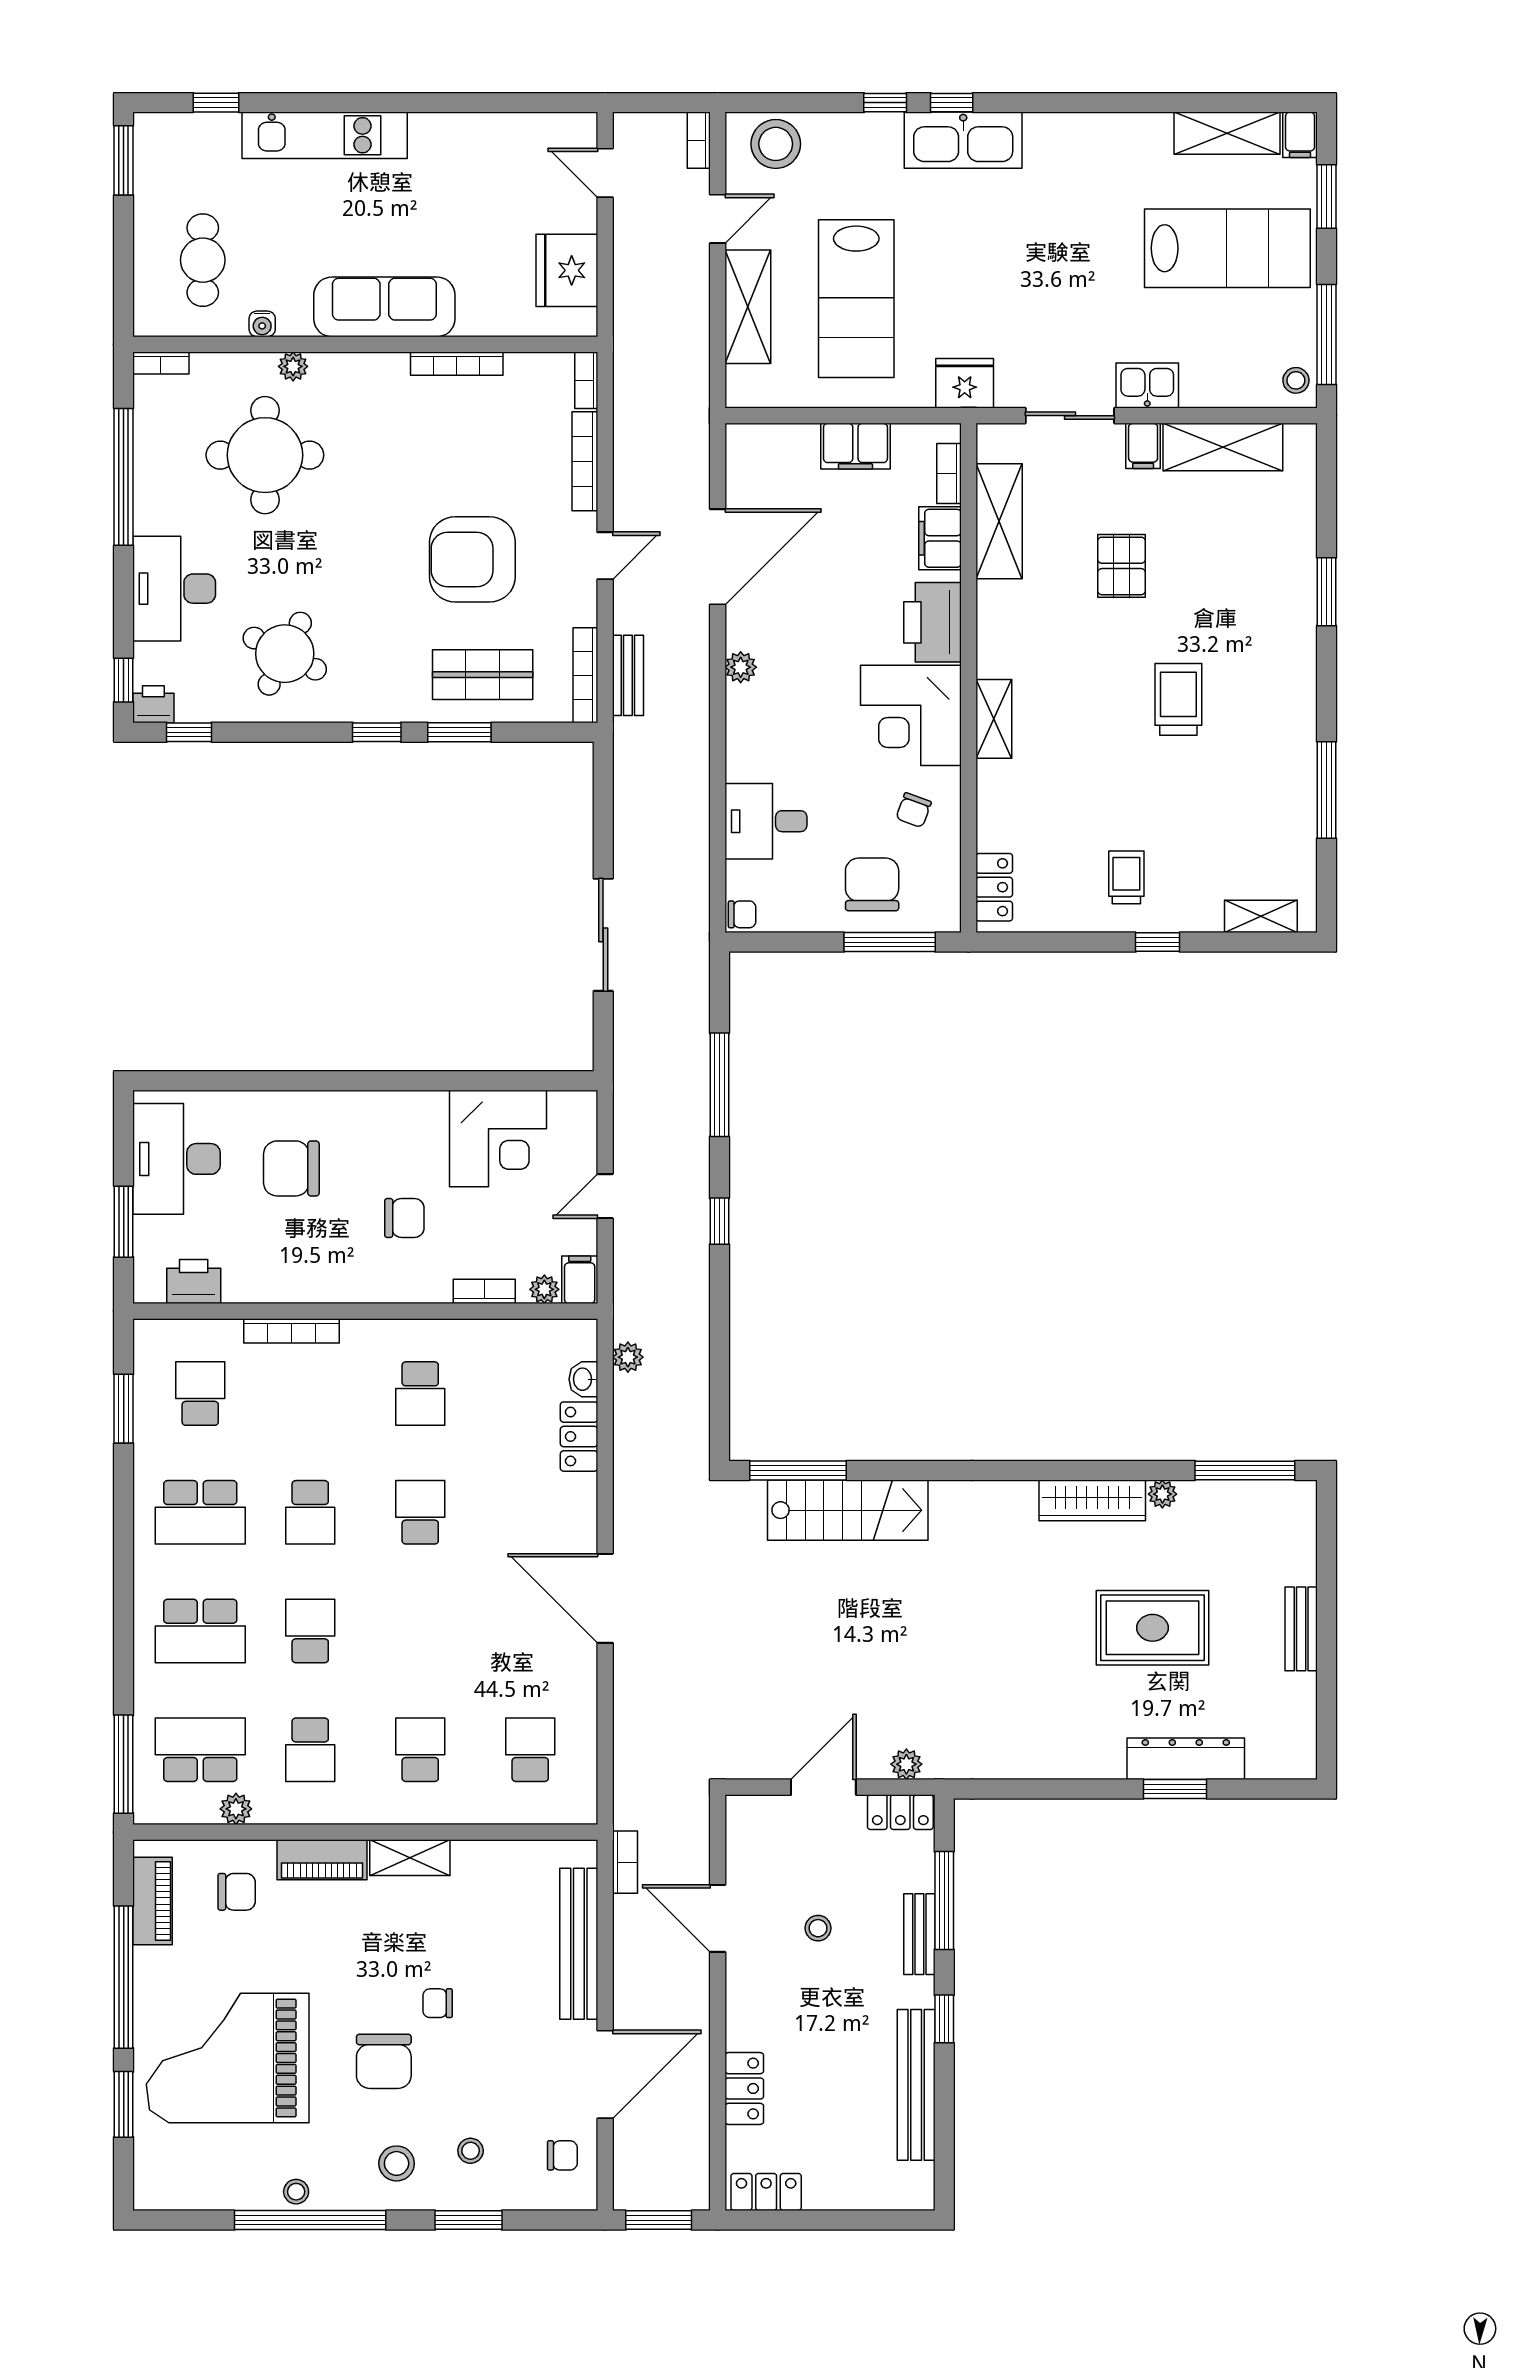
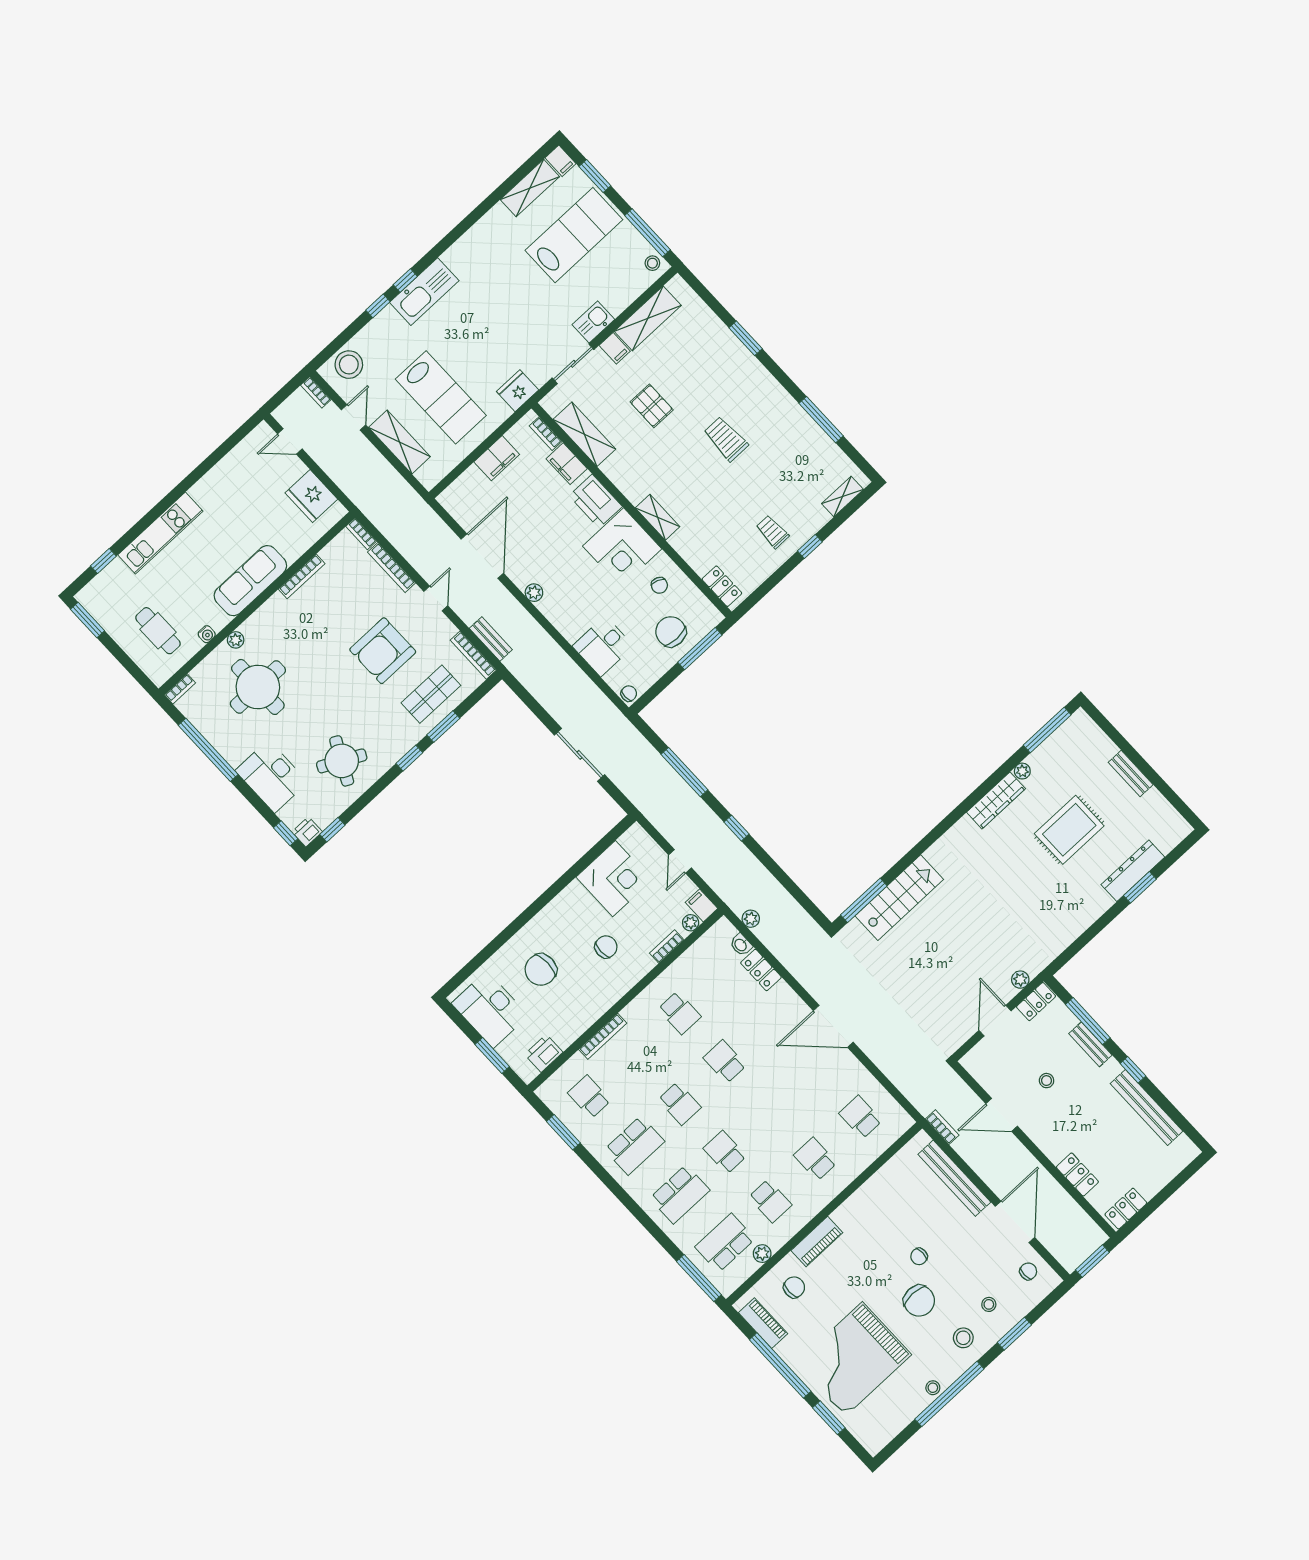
shelving: (410, 1858) -> (852, 1207), removed

